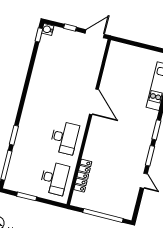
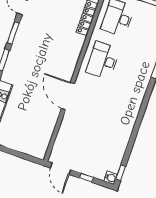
door: (95, 34) -> (61, 169), hinge flipped

